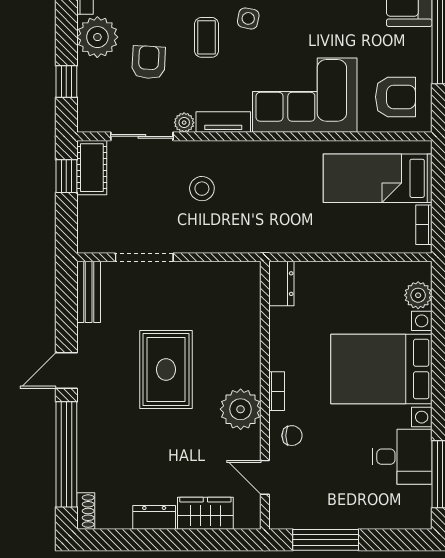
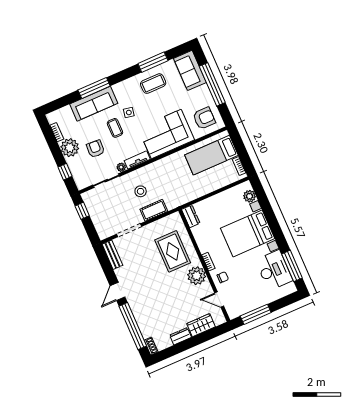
cot: (92, 168) -> (154, 210), moved, turned 90
rug: (166, 370) -> (173, 251), moved
desk: (402, 457) -> (274, 270), width x1.37

